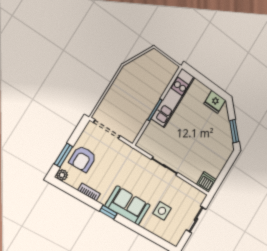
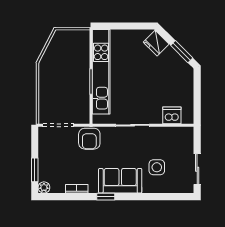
kitchen unit: (173, 98) -> (101, 72), width x1.36
fridge: (215, 102) -> (156, 43), moved, turned 45
armchair: (83, 159) -> (89, 139), moved
dishwasher: (206, 182) -> (172, 115), moved
sliding door: (196, 219) -> (197, 169), moved

